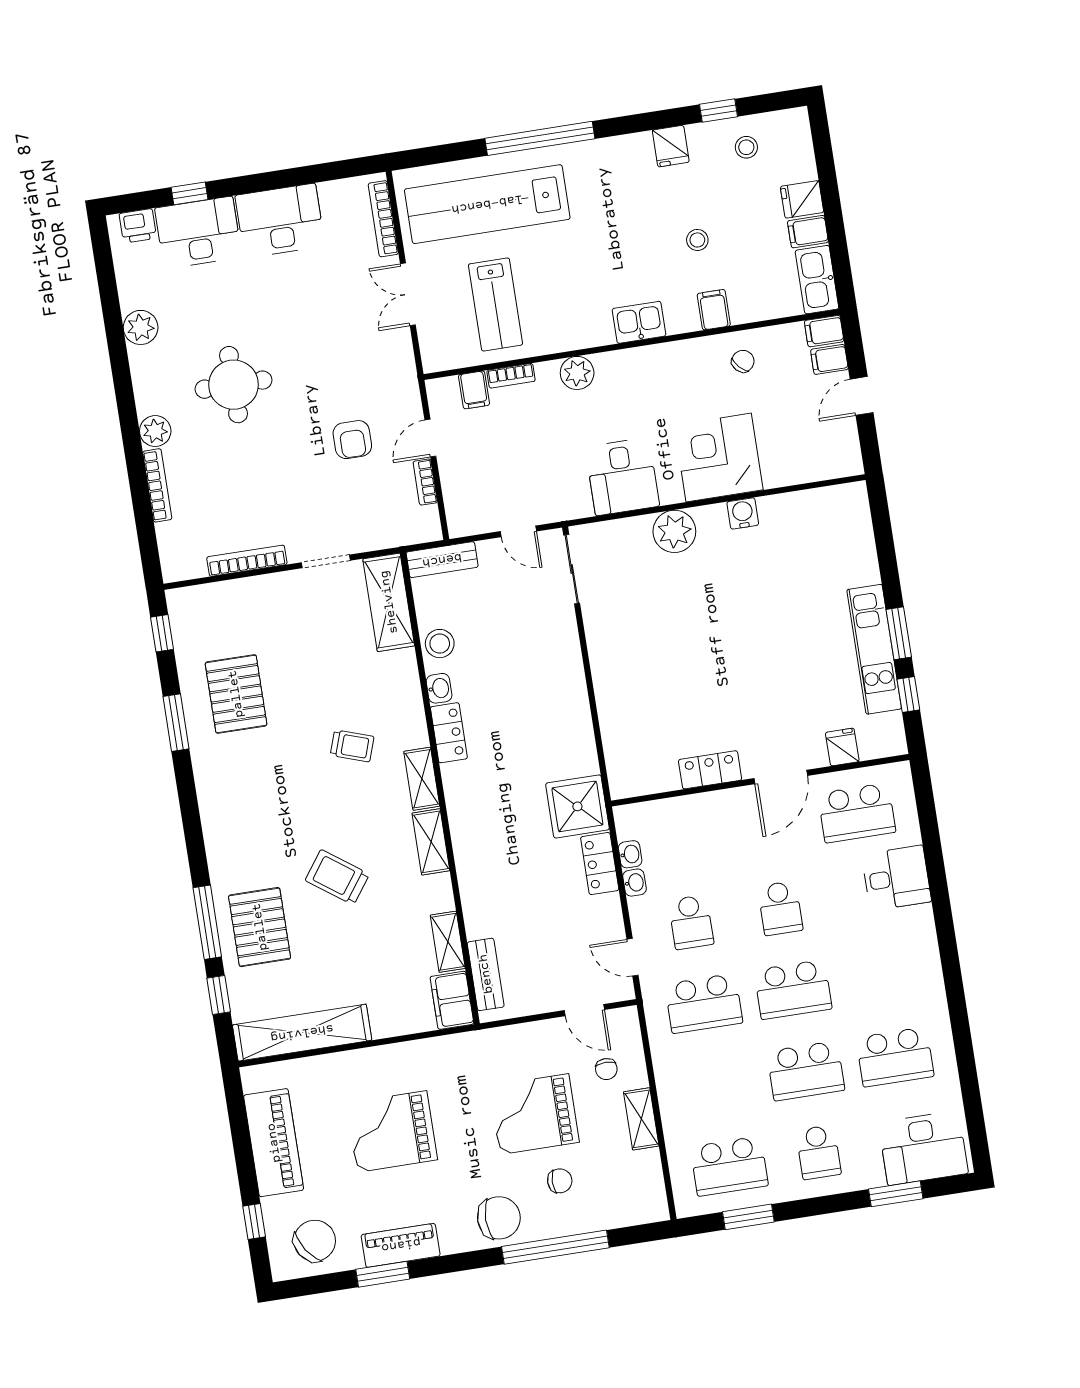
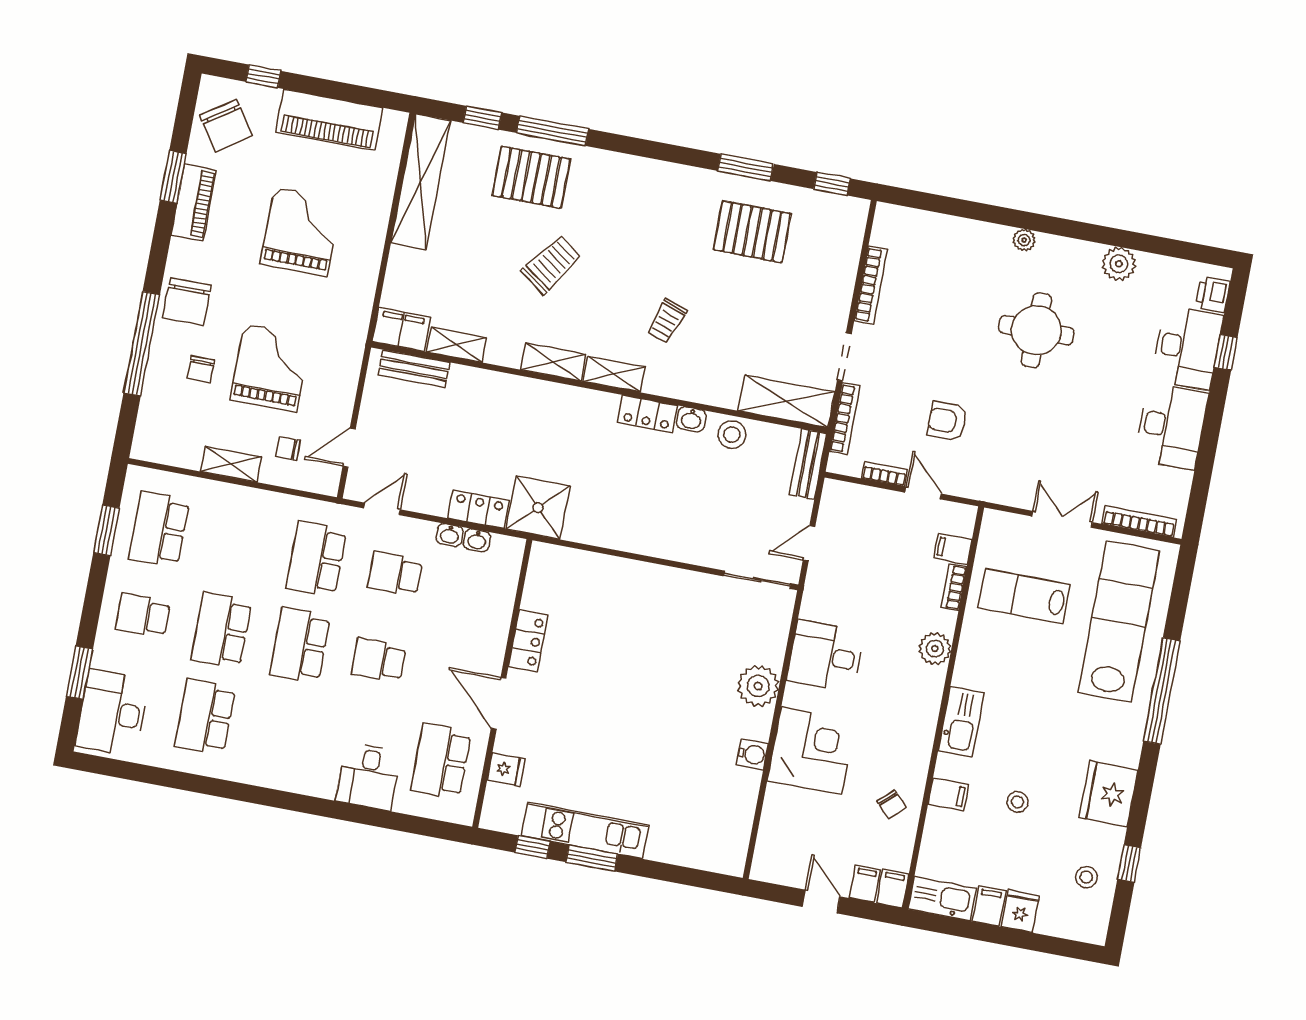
fridge: (671, 146) -> (1109, 794), width x1.88, depth x1.34
kitchen sink: (639, 322) -> (961, 722), width x1.38
plant: (155, 431) -> (1024, 240), width x0.73, depth x0.73
bookcase: (157, 485) -> (845, 419), moved, turned -90

